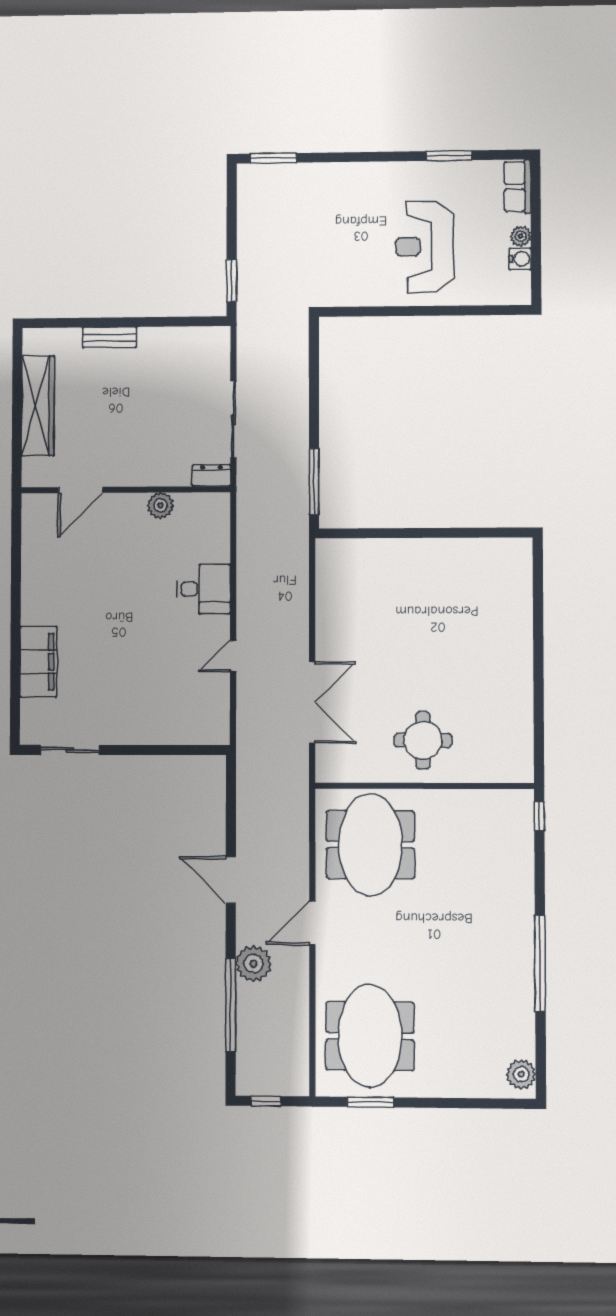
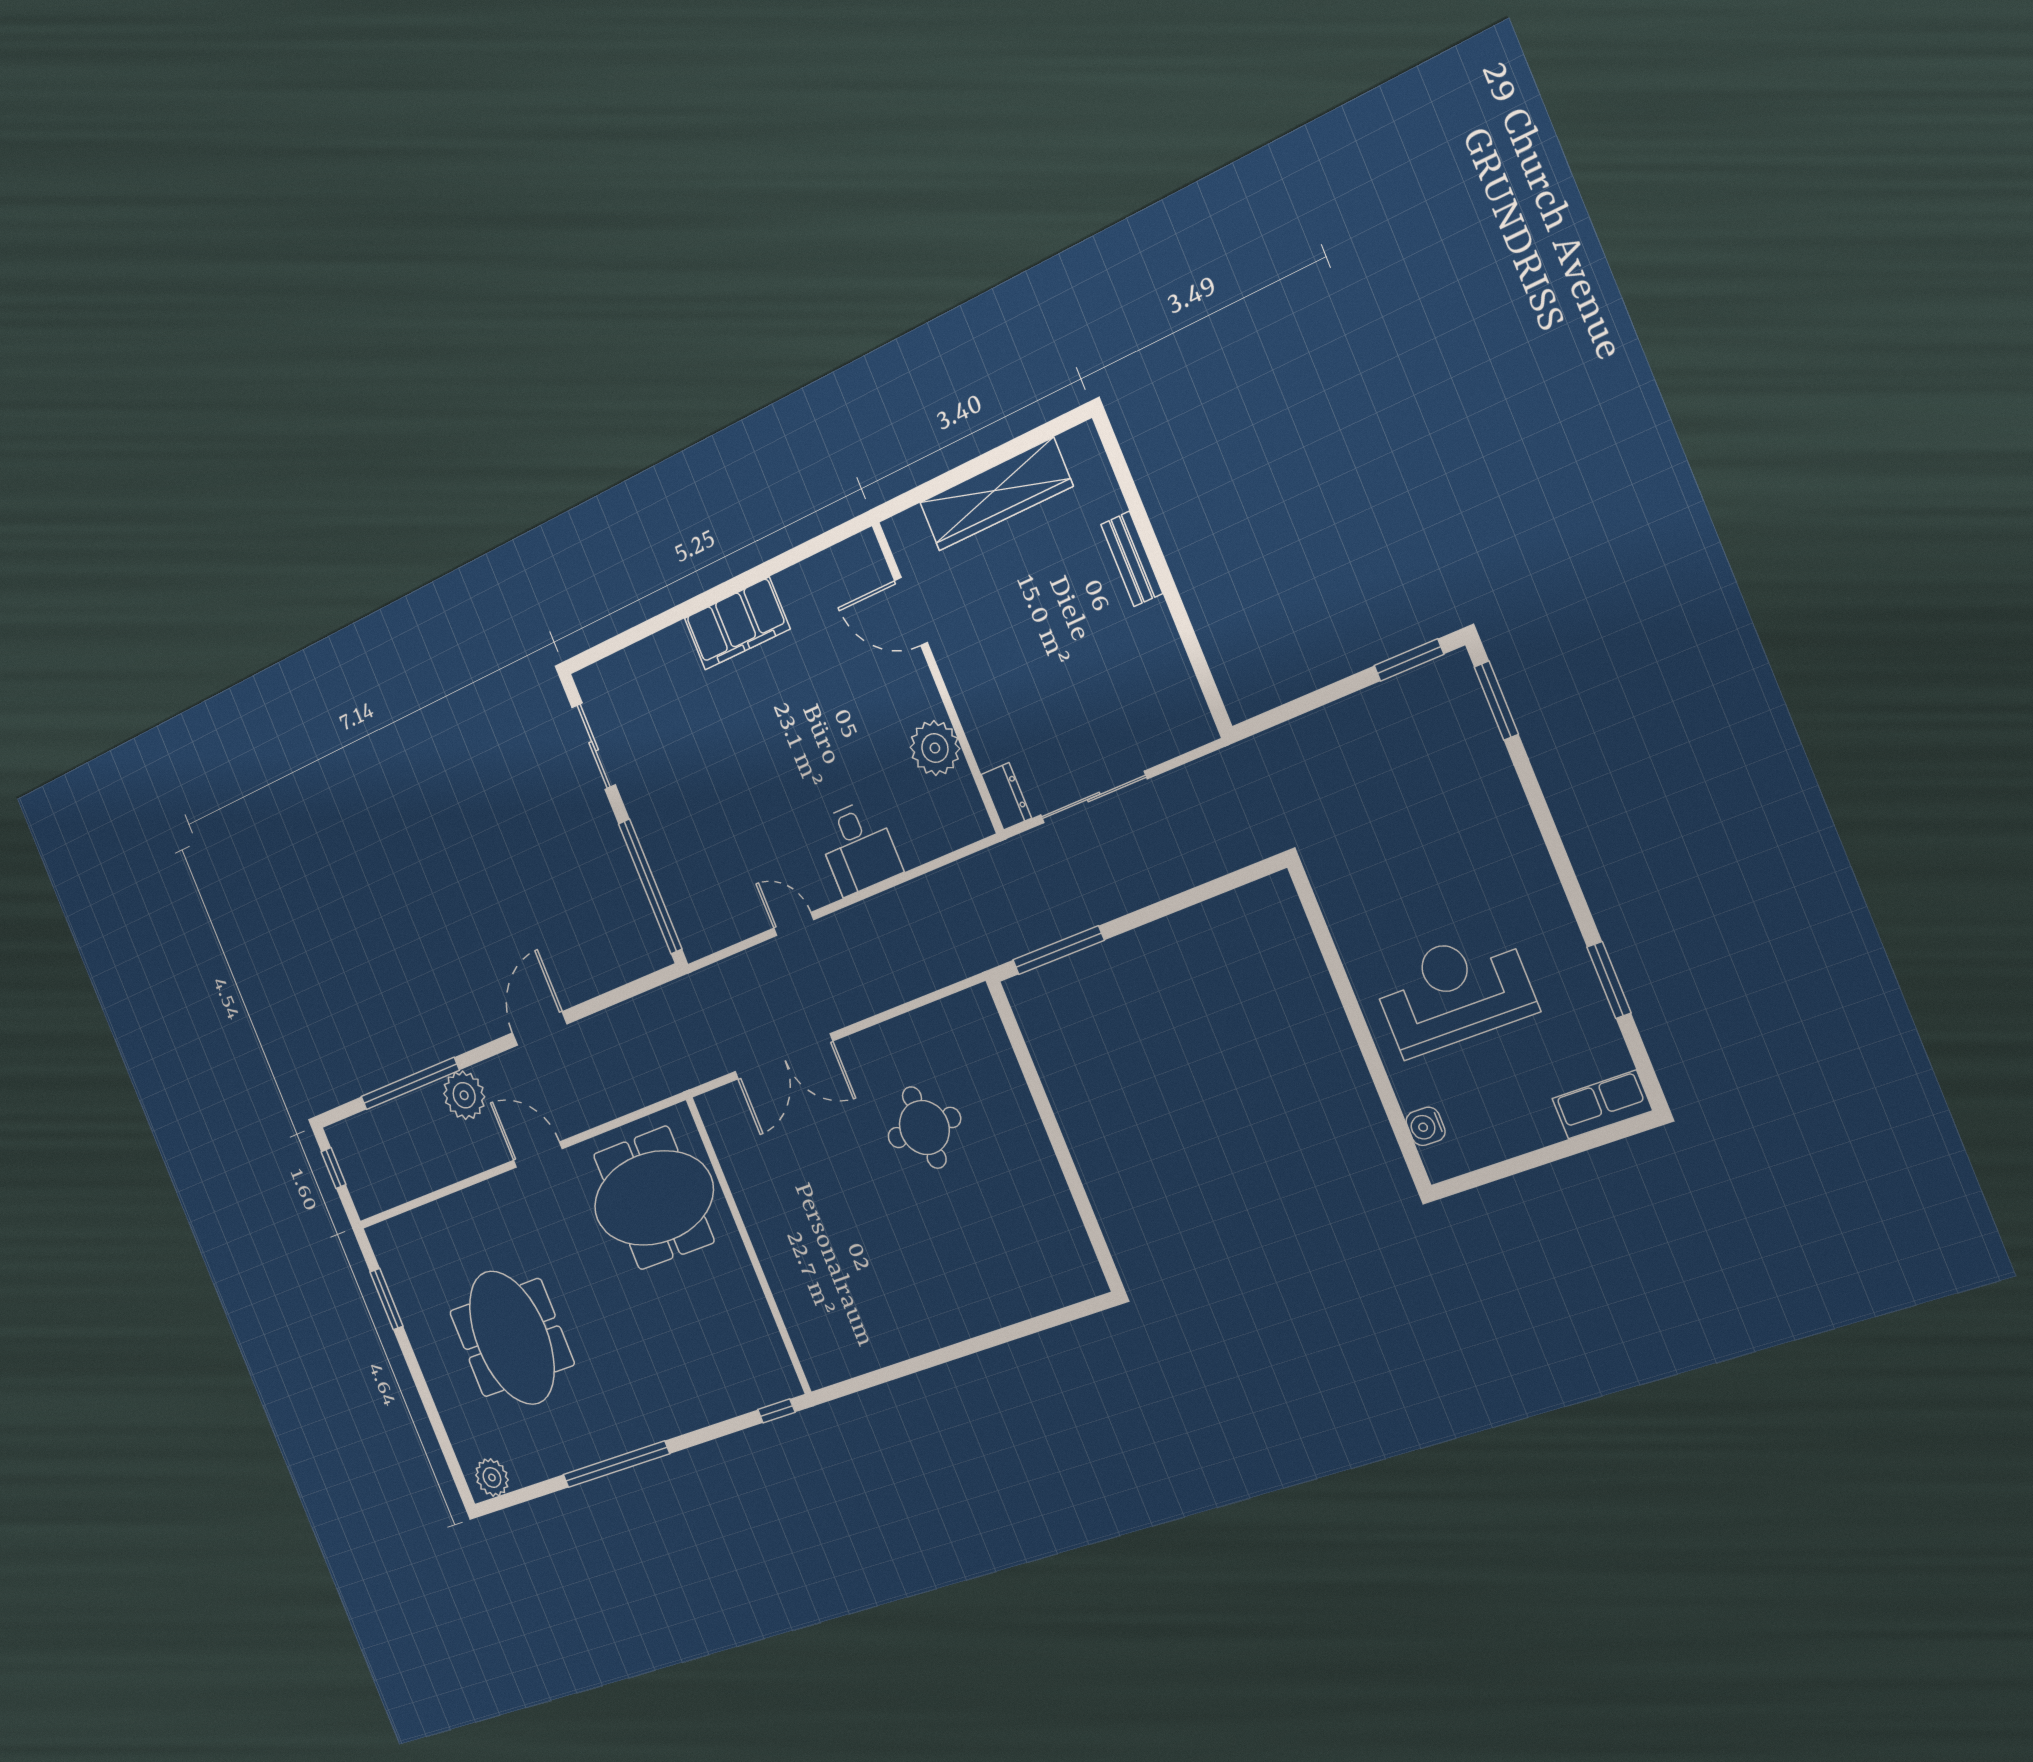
plant: (521, 236) -> (1527, 1135), removed
water cooler: (520, 259) -> (1426, 1126), moved, turned 90
window: (232, 281) -> (1409, 660), moved
plant: (160, 505) -> (935, 748), width x1.36, depth x1.36
filing cabinet: (38, 662) -> (737, 624), moved
round table: (423, 740) -> (924, 1128), moved
window: (172, 750) -> (650, 886), added
meeting table: (370, 1036) -> (512, 1338), moved, turned 90

